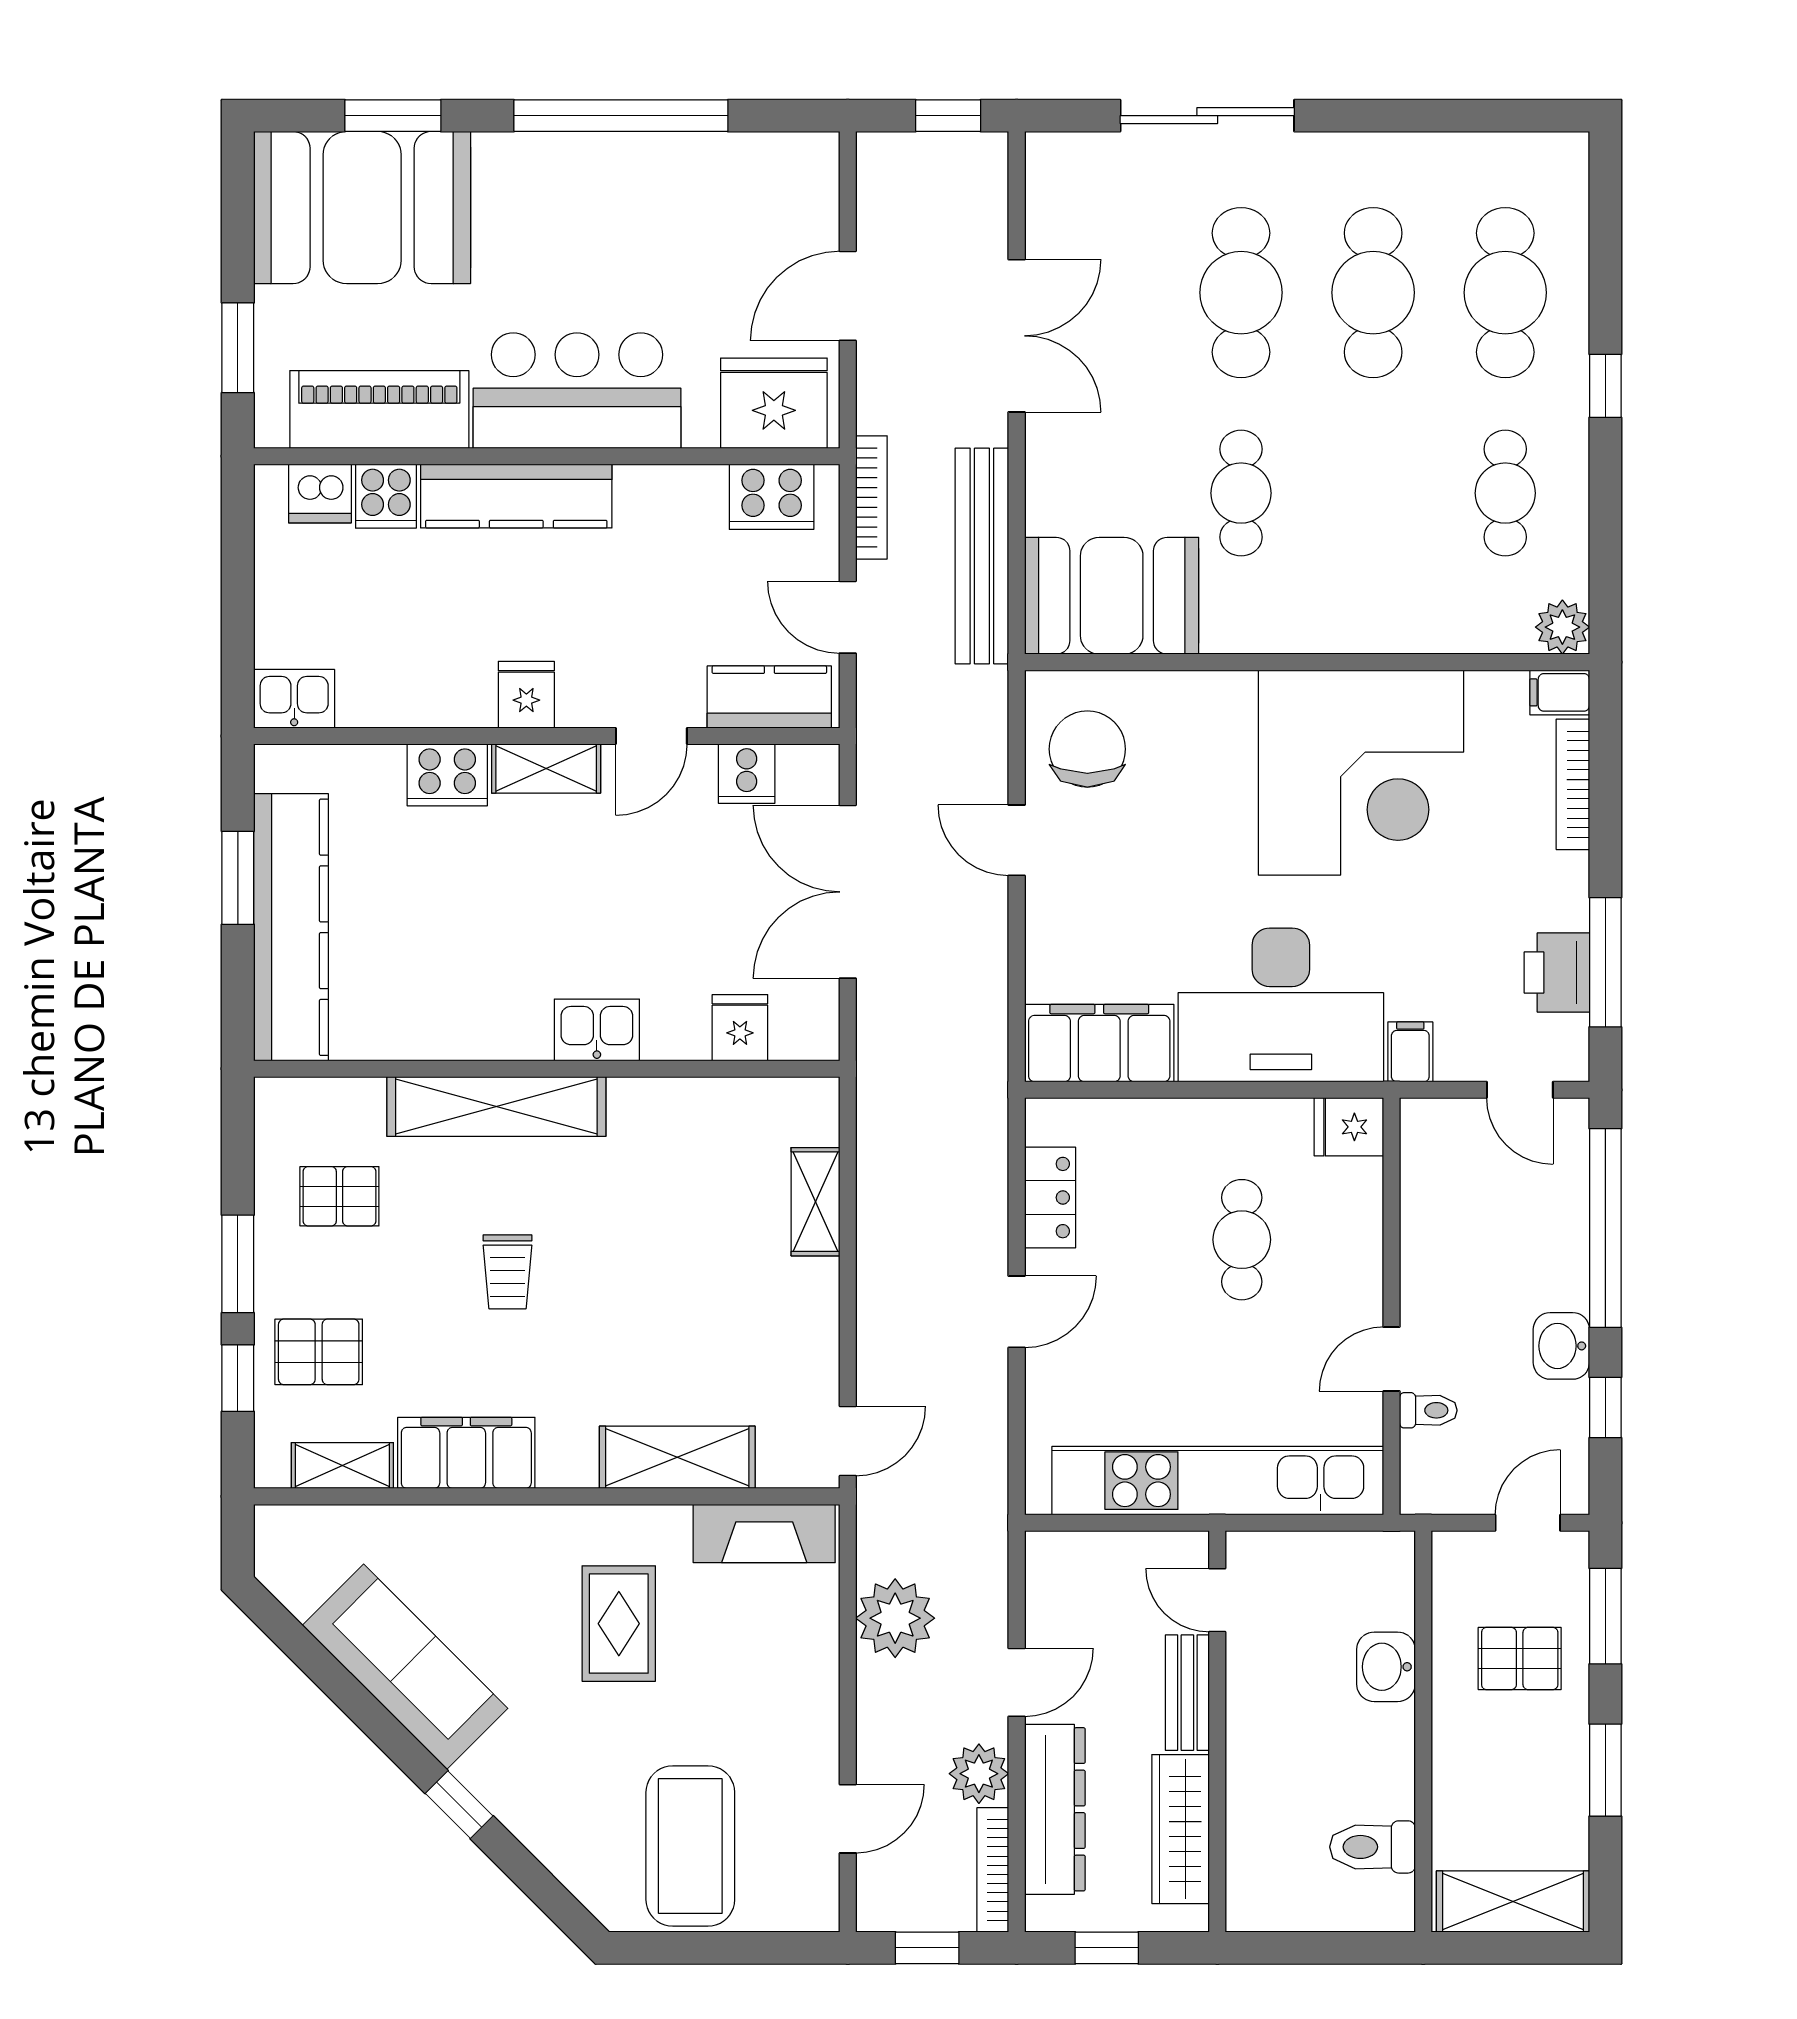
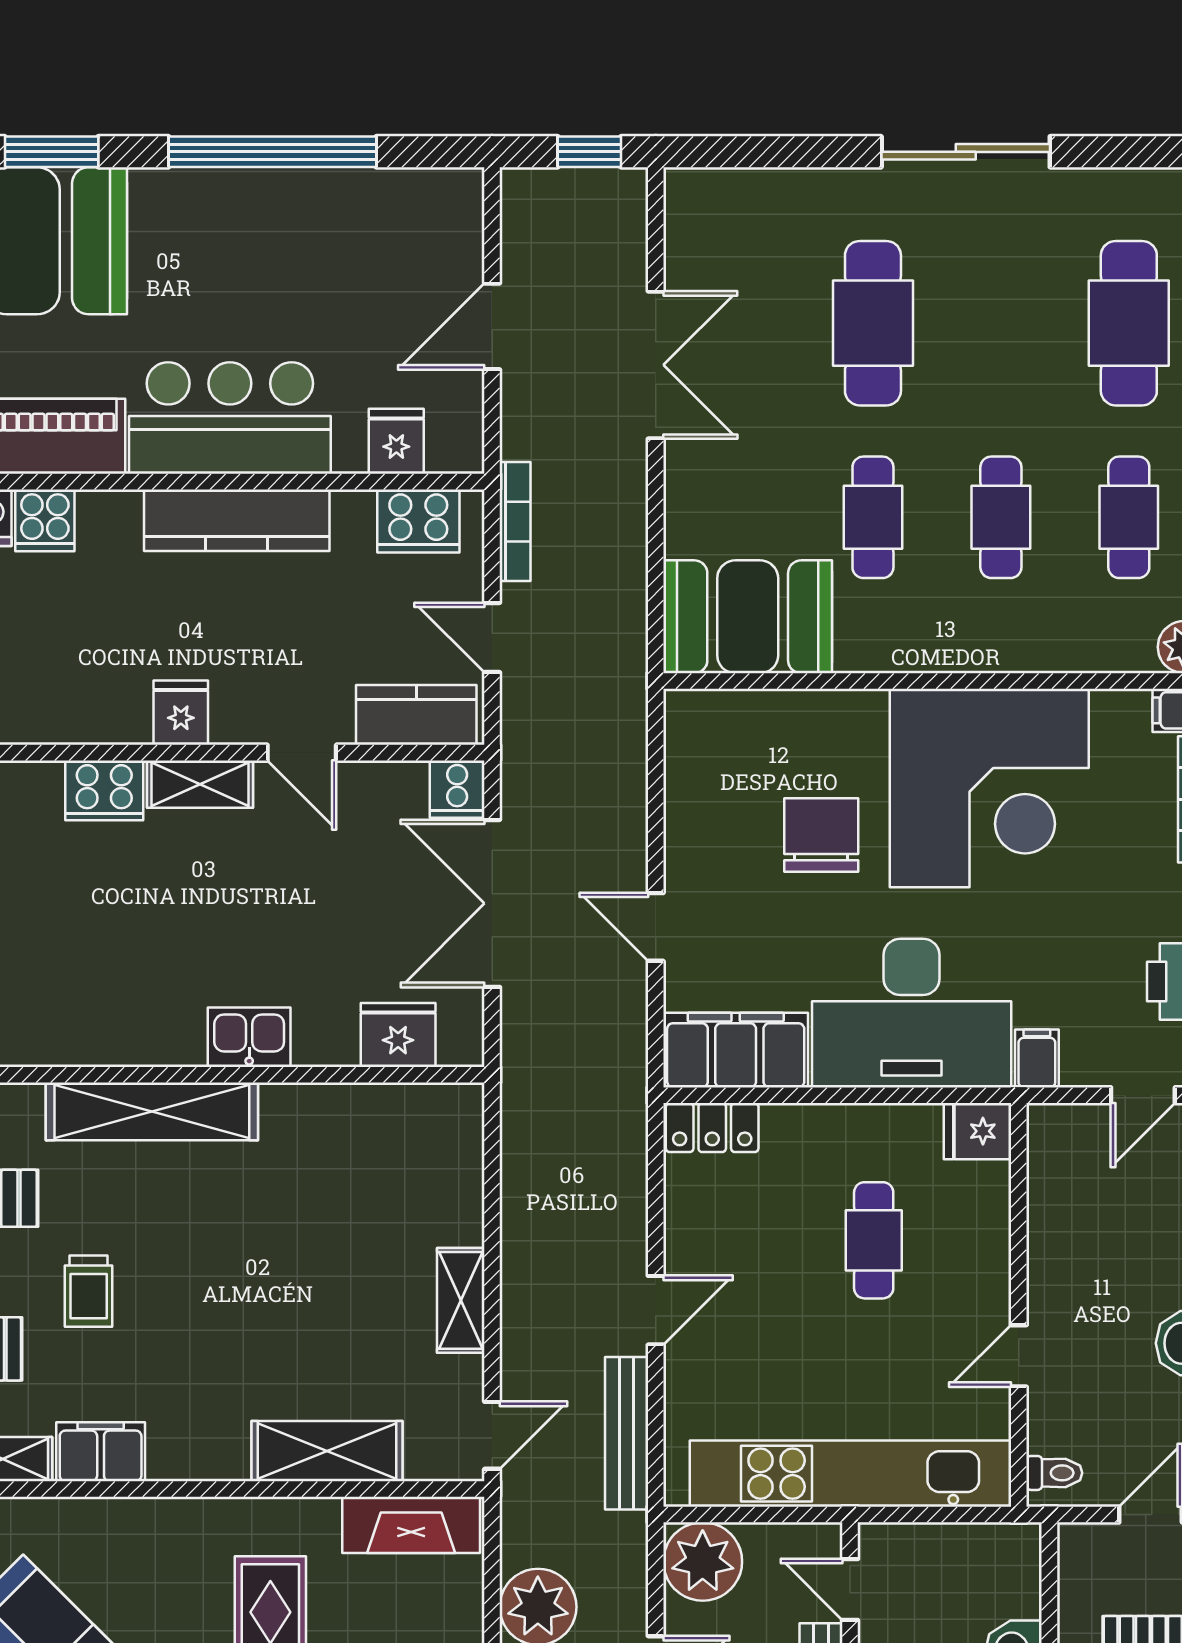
sliding door: (1207, 116) -> (966, 152), moved
cafe table: (1373, 293) -> (1001, 517), moved, width x0.73, depth x0.74
fridge: (774, 403) -> (396, 441), width x0.53, depth x0.75
kitchen counter: (516, 496) -> (237, 520), moved
bench: (982, 556) -> (627, 1433), moved, width x0.73, depth x0.82
door: (651, 736) -> (302, 753), hinge flipped
chair: (1087, 749) -> (821, 835), moved
cooker: (747, 774) -> (457, 789), moved
door: (1017, 840) -> (656, 927), moved
fridge: (740, 1028) -> (398, 1035), width x1.38
door: (1520, 1090) -> (1143, 1095), hinge flipped
locker: (1050, 1198) -> (712, 1128), moved, turned 90
shelving: (815, 1202) -> (461, 1300), moved
trolley: (508, 1272) -> (89, 1291), moved
toilet: (1428, 1410) -> (1054, 1473), moved
filing cabinet: (466, 1453) -> (101, 1452), width x0.67, depth x0.86
plant: (1065, 1571) -> (703, 1561), added

